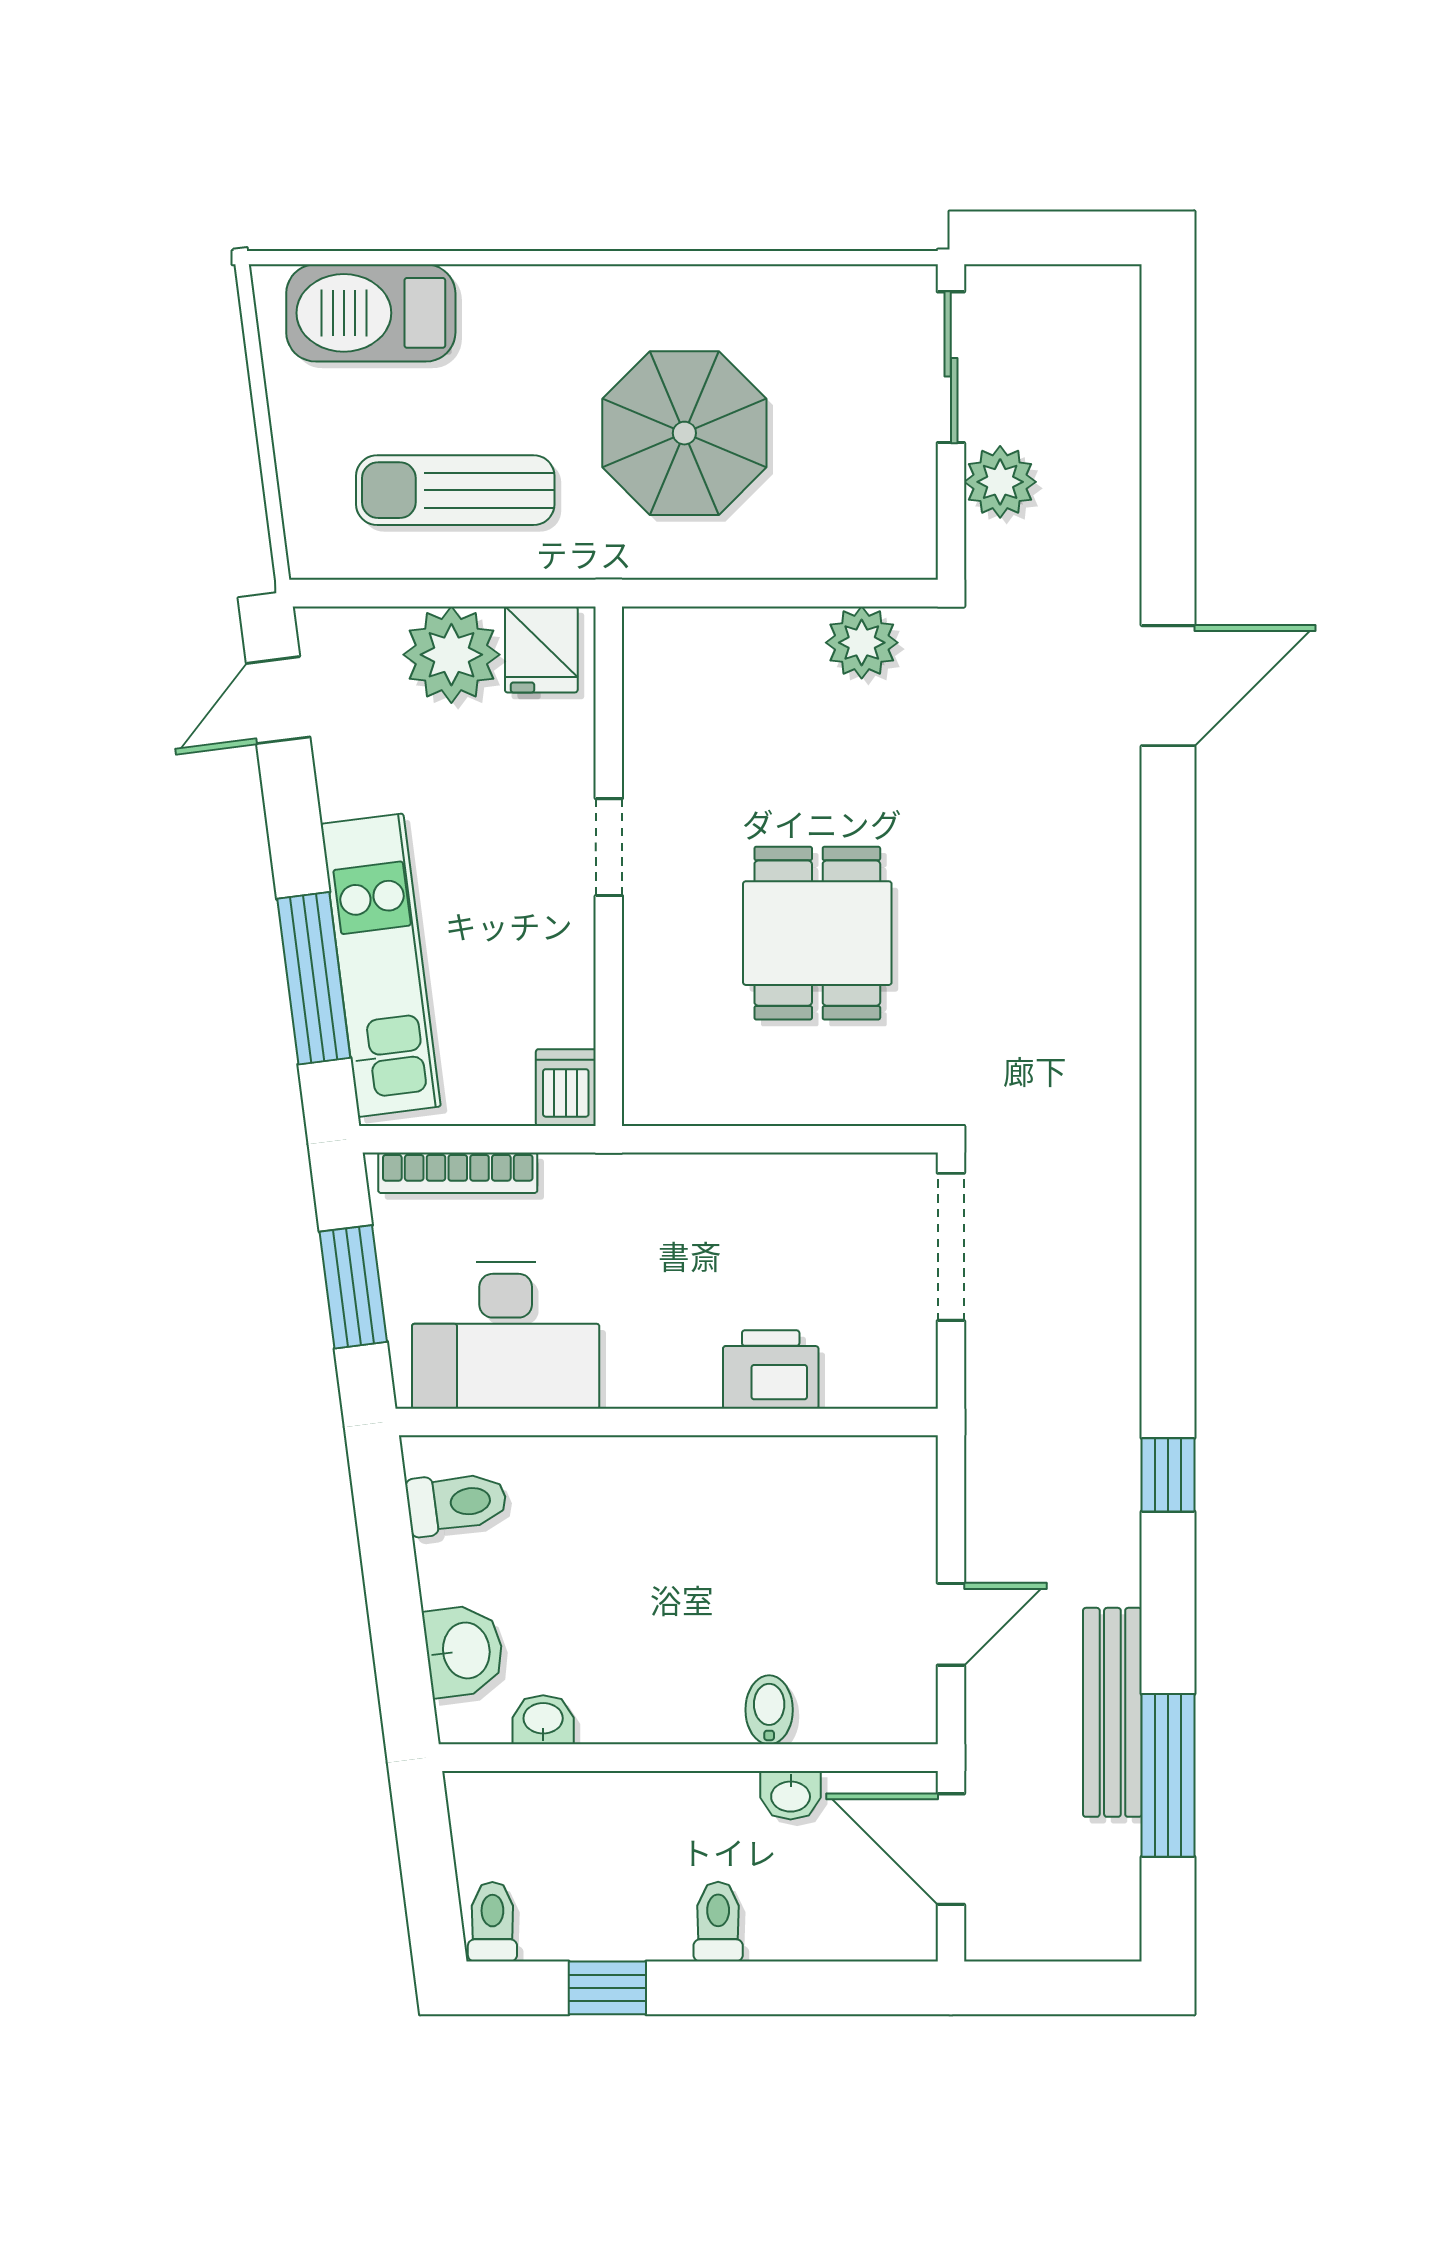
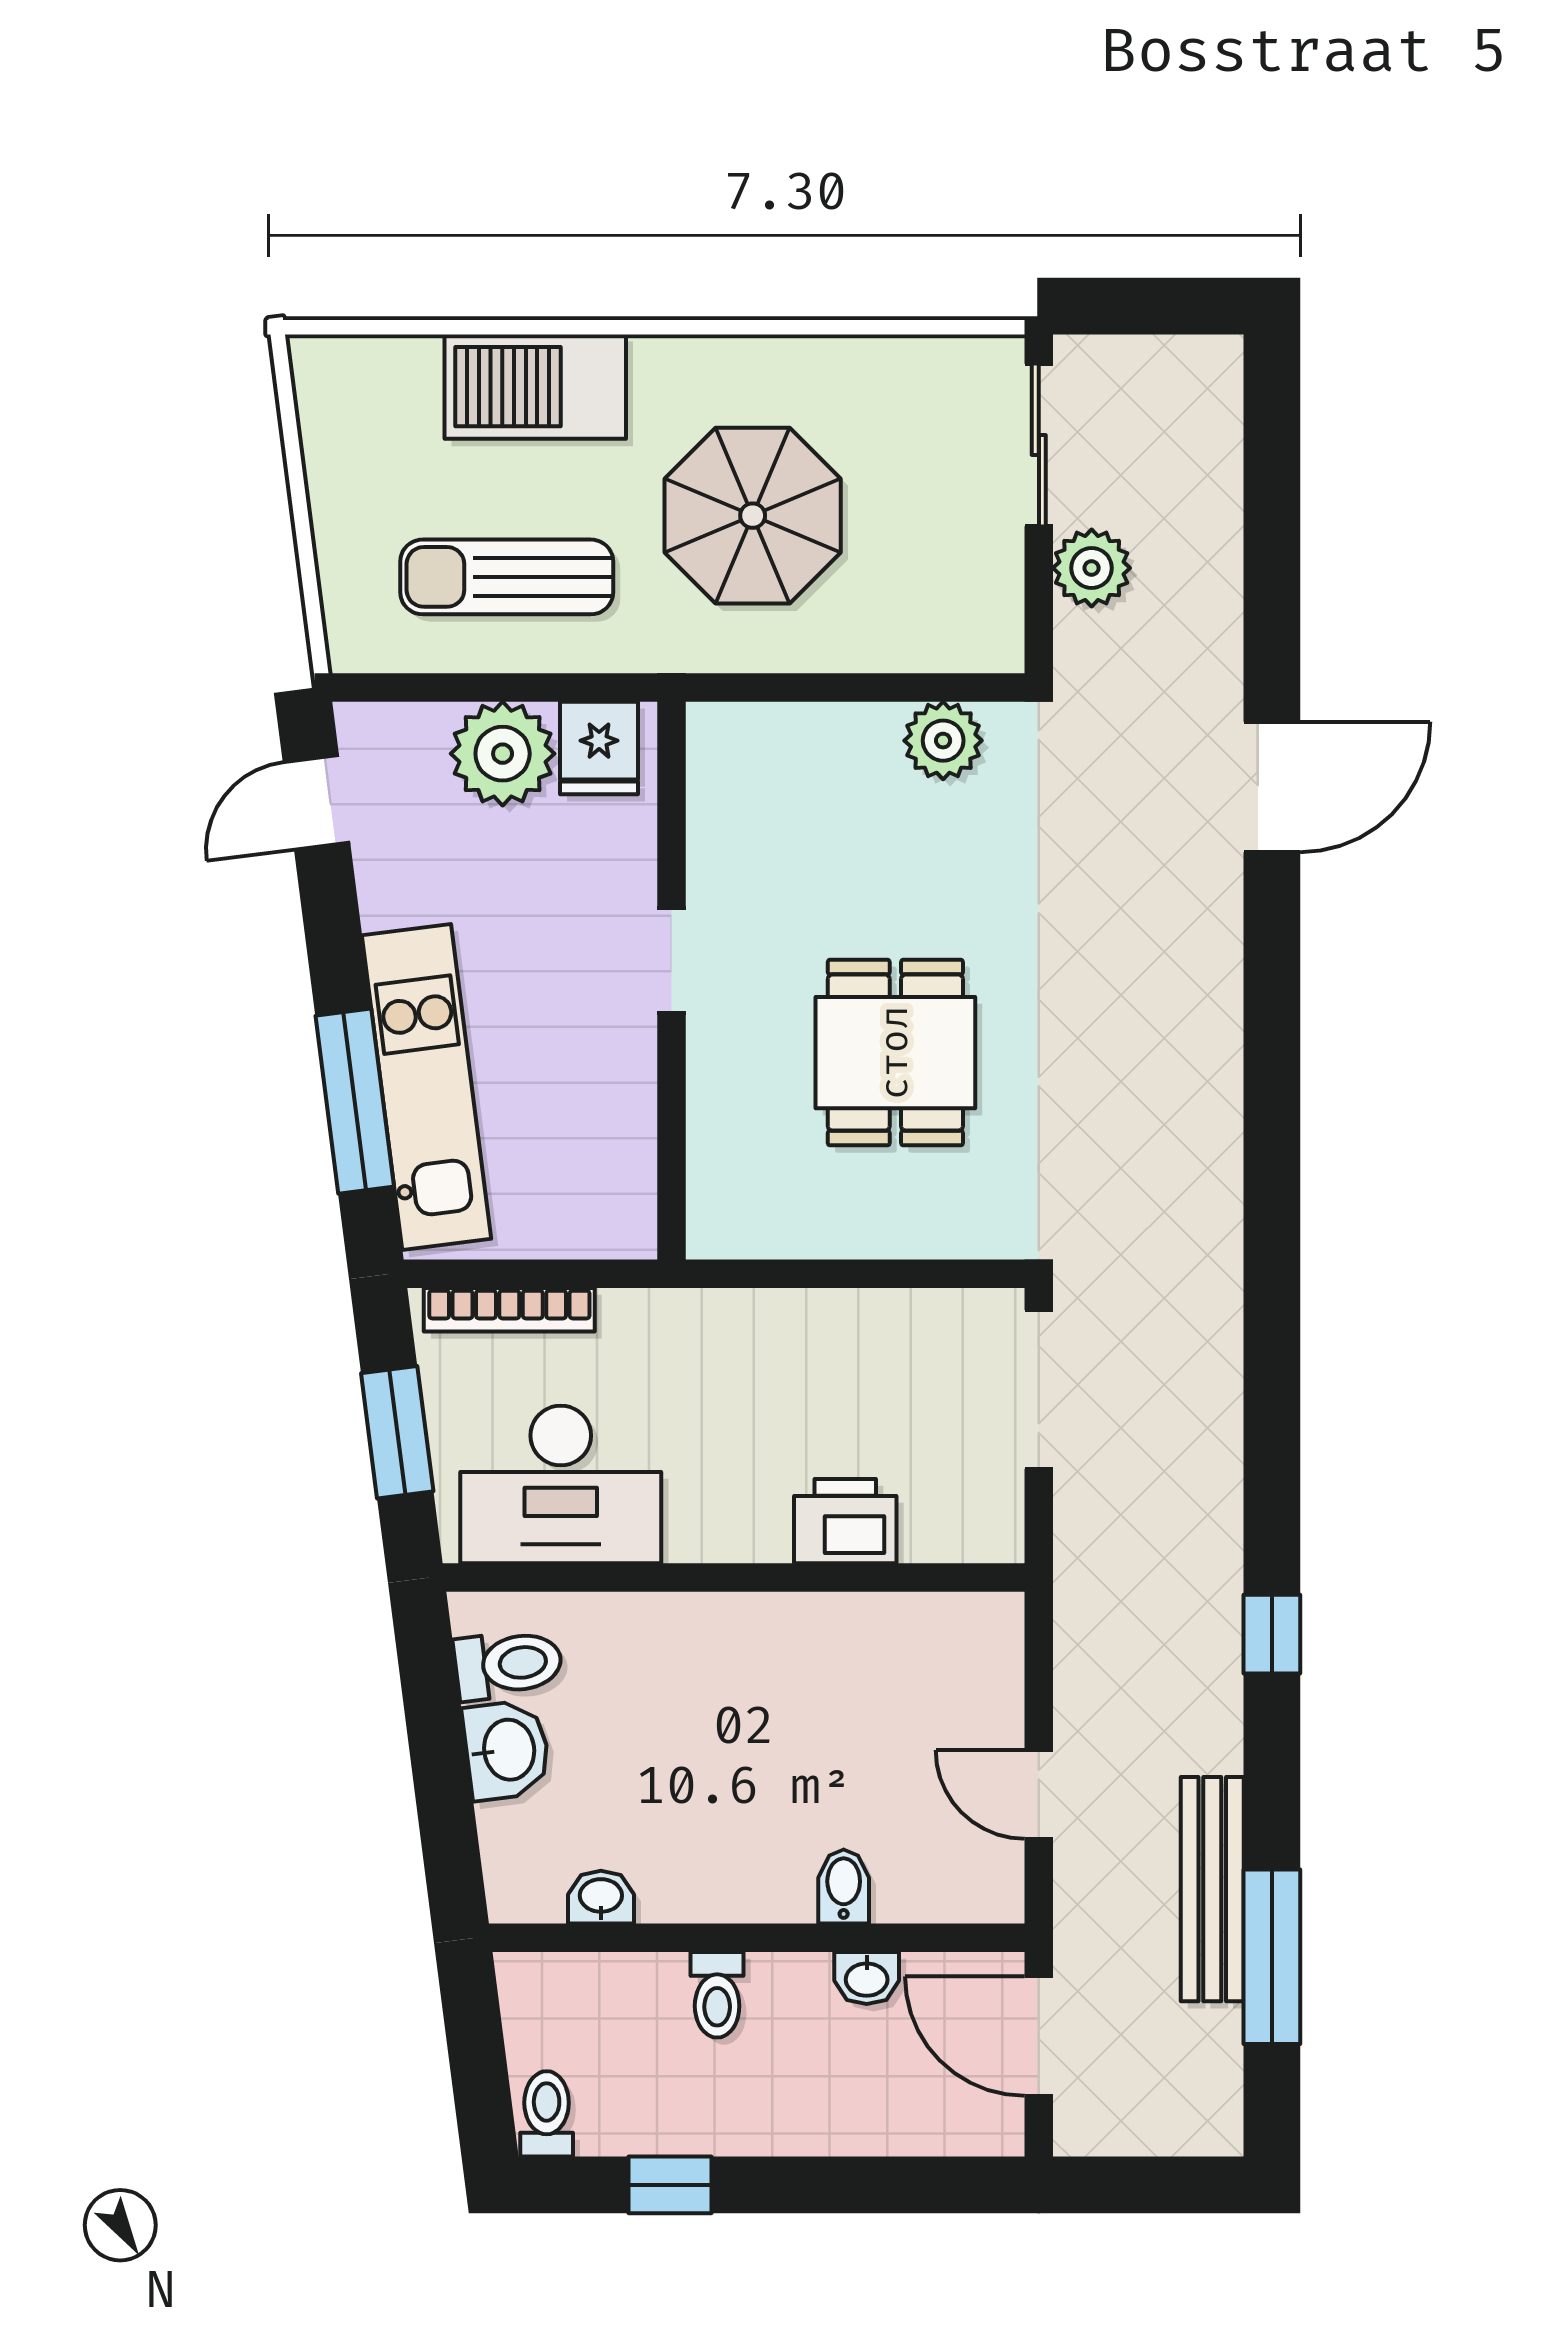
barbecue: (371, 313) -> (535, 387), moved
dishwasher: (566, 1088) -> (625, 1218), removed
door: (951, 1624) -> (1039, 1795), swing flipped
washbasin: (464, 1651) -> (507, 1750), moved
toilet: (718, 1922) -> (717, 1995), moved, turned 180

